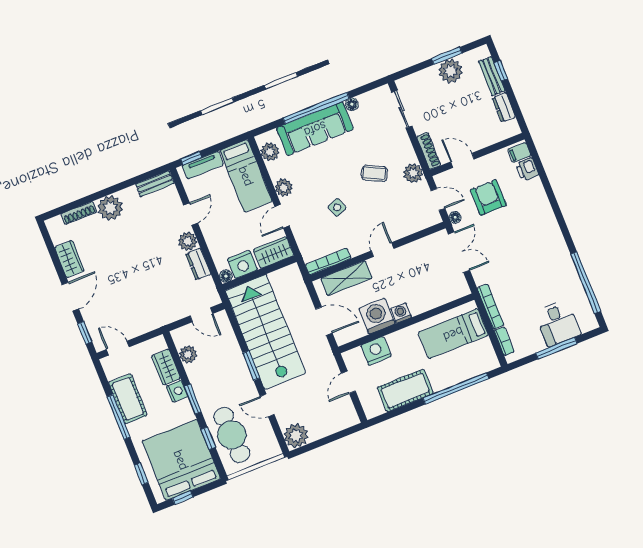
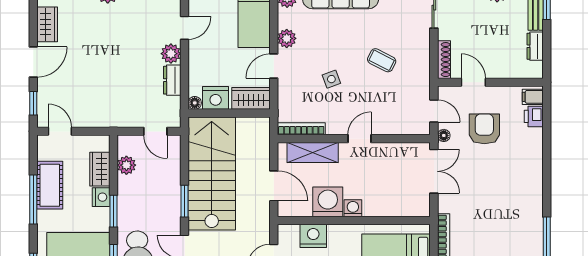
plant: (413, 173) -> (420, 75), removed

